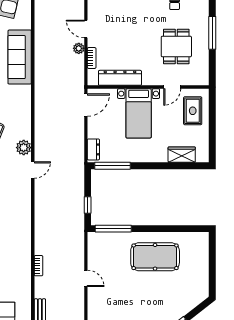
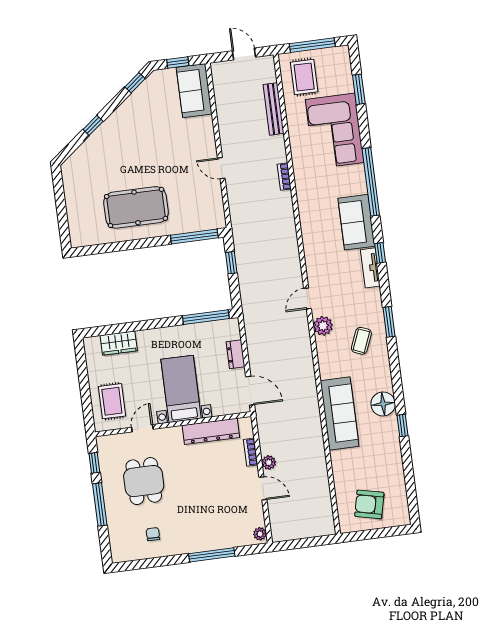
sofa: (20, 57) -> (340, 413), moved
window: (212, 65) -> (94, 463), added
door: (86, 105) -> (250, 391), swing flipped
dresser: (93, 149) -> (236, 354), moved

